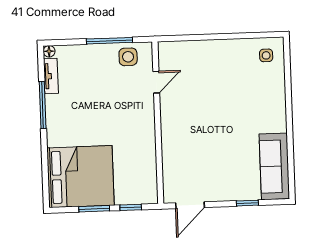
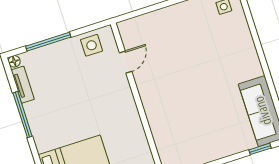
window: (109, 41) -> (48, 42), moved
window: (247, 203) -> (260, 149), moved

